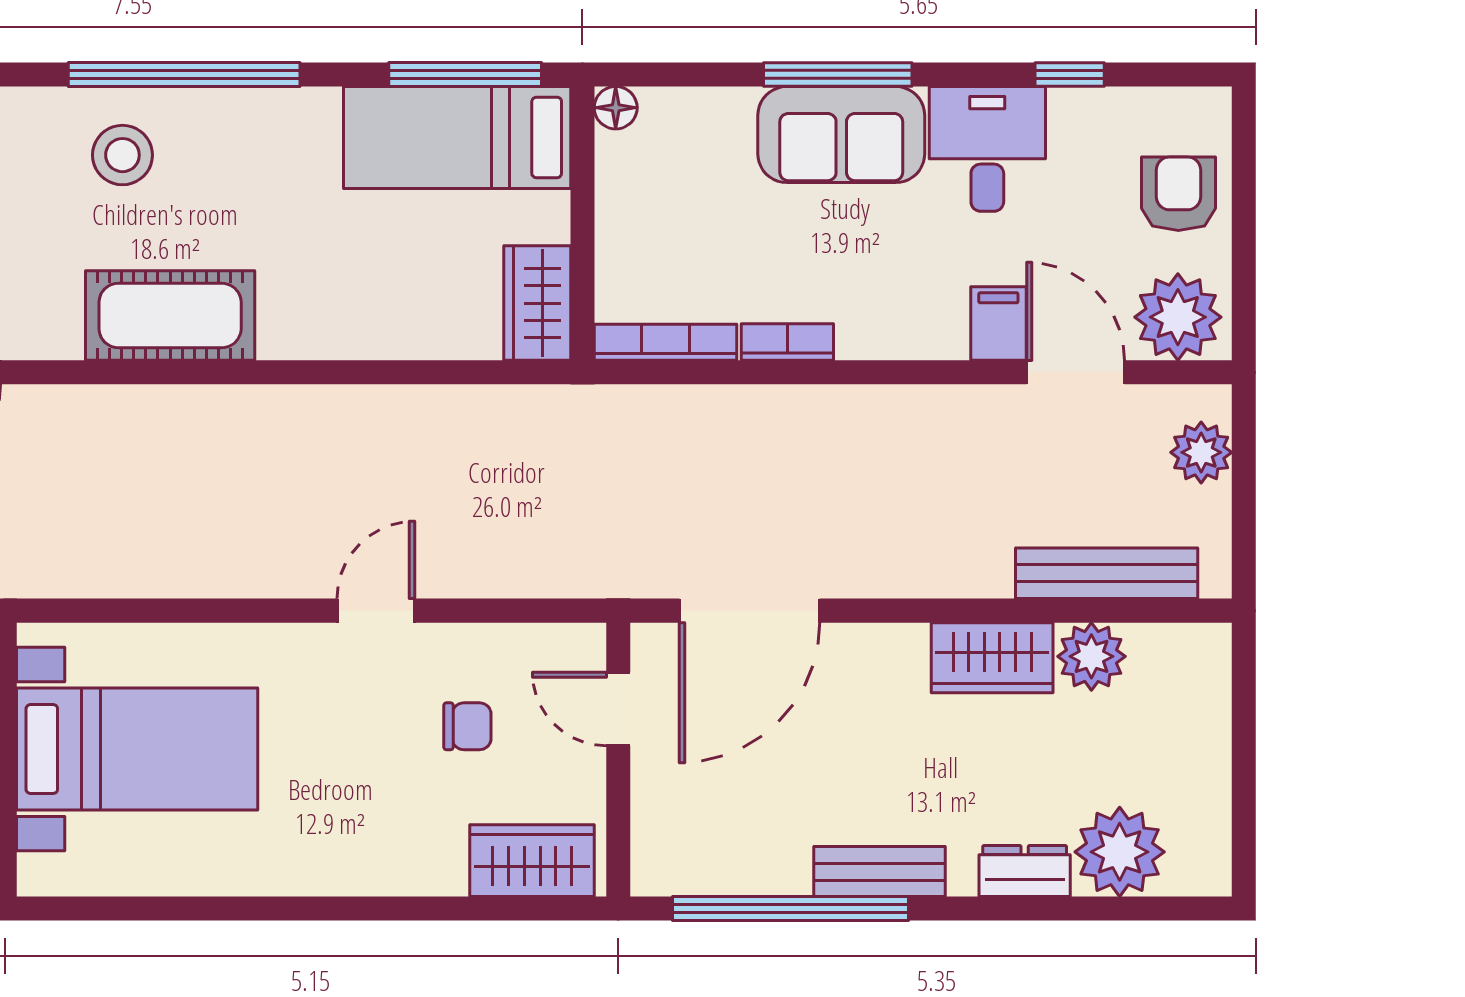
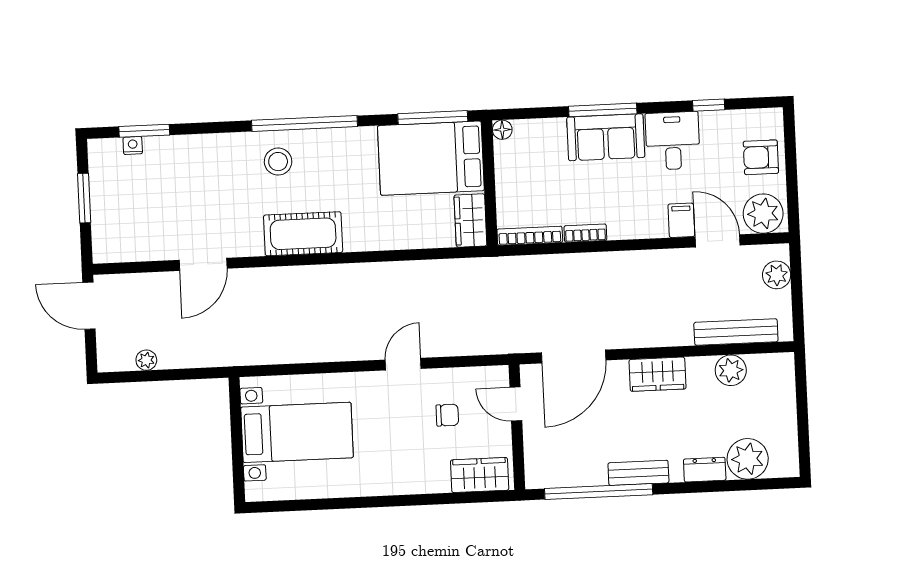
bed: (457, 137) -> (431, 158), width x1.50
armchair: (1178, 194) -> (761, 157), turned -90
wardrobe: (992, 658) -> (658, 374), moved

